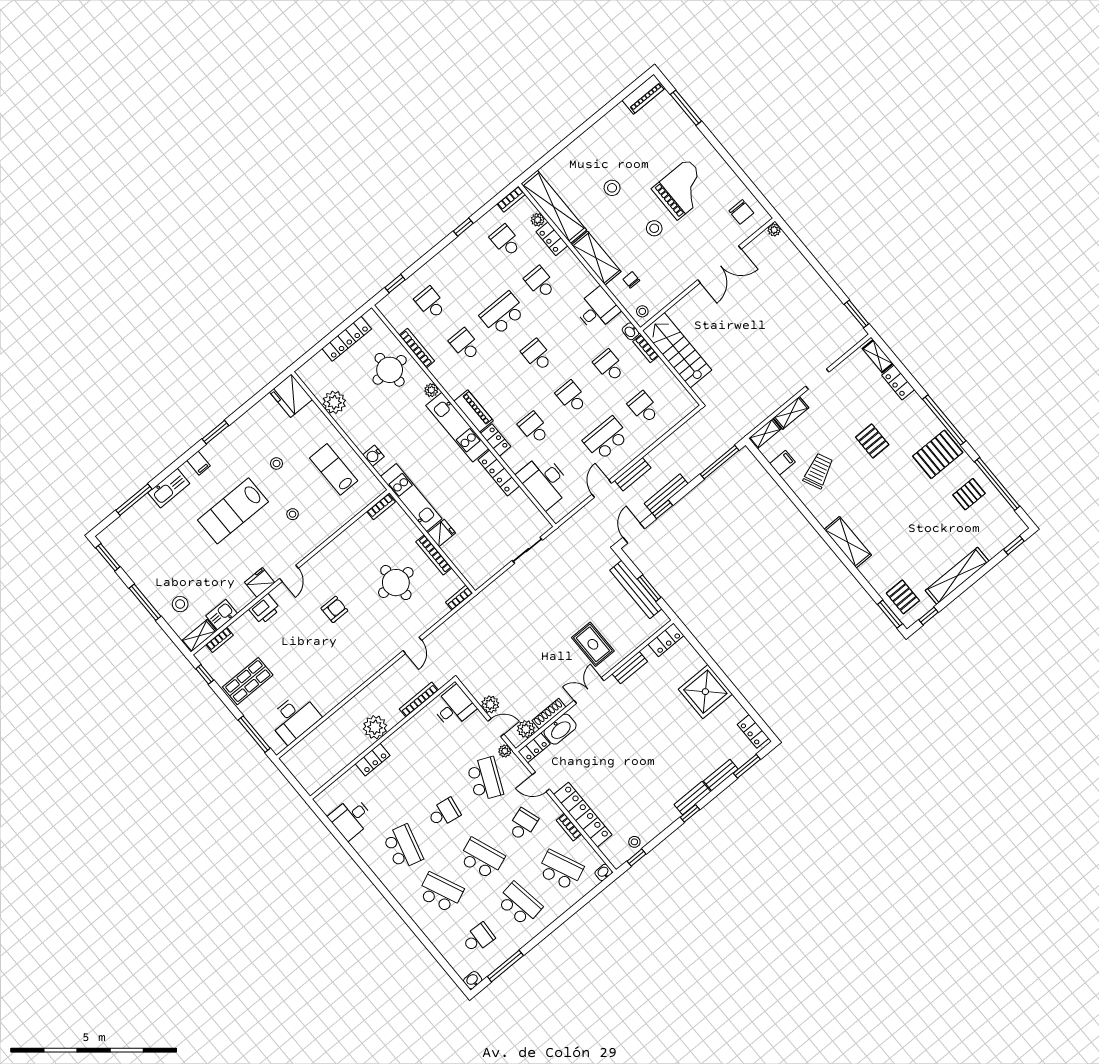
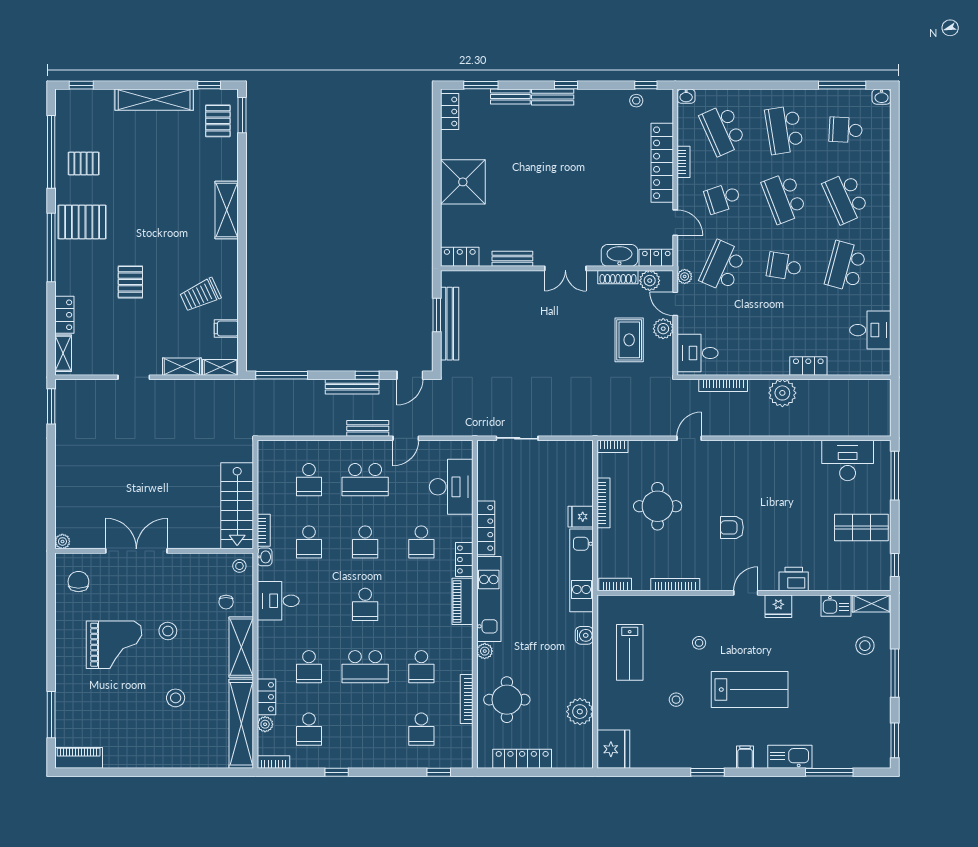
grand piano: (683, 189) -> (114, 645), turned 180
bookcase: (220, 640) -> (675, 585), moved, width x1.56
rug: (593, 644) -> (629, 340), moved

